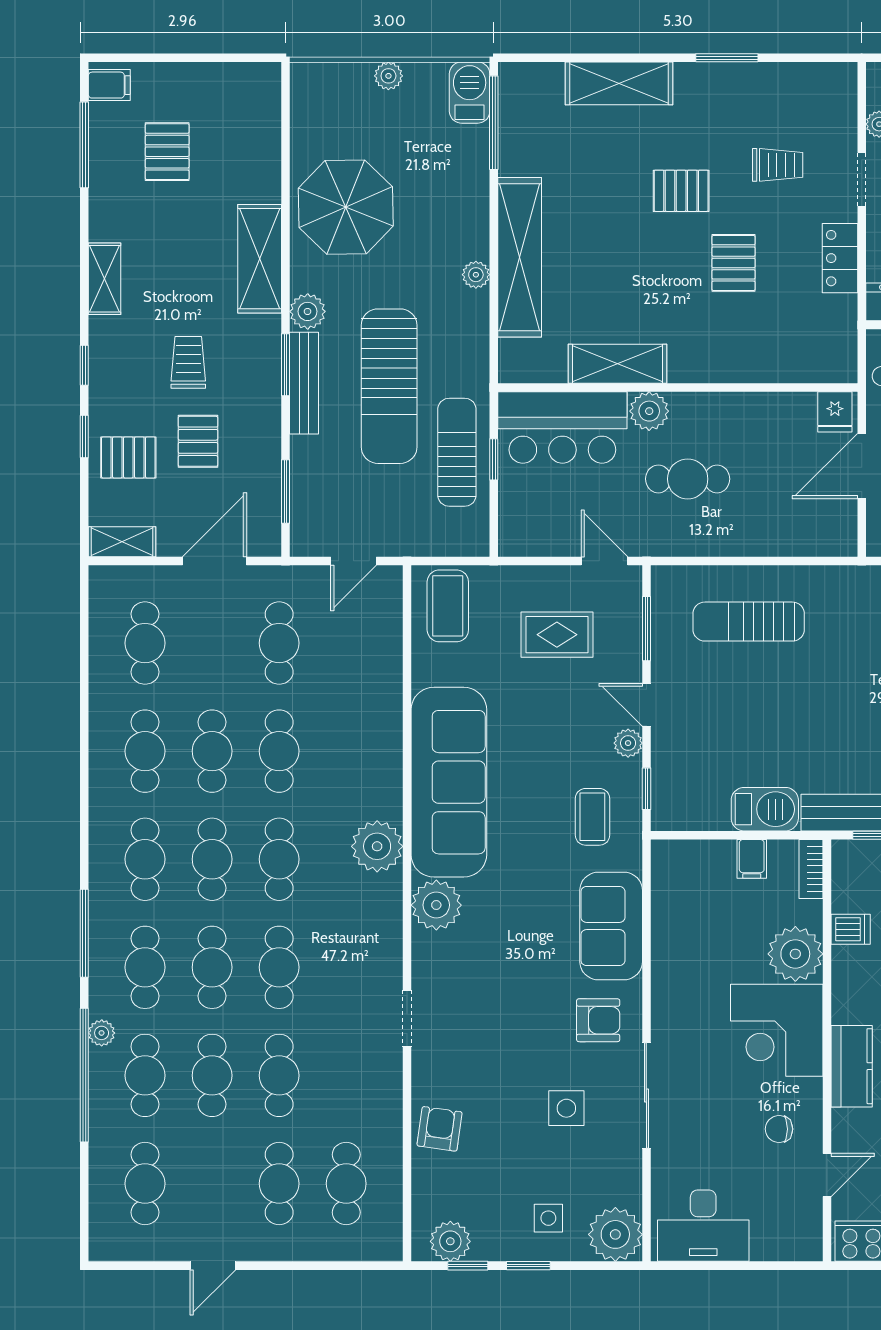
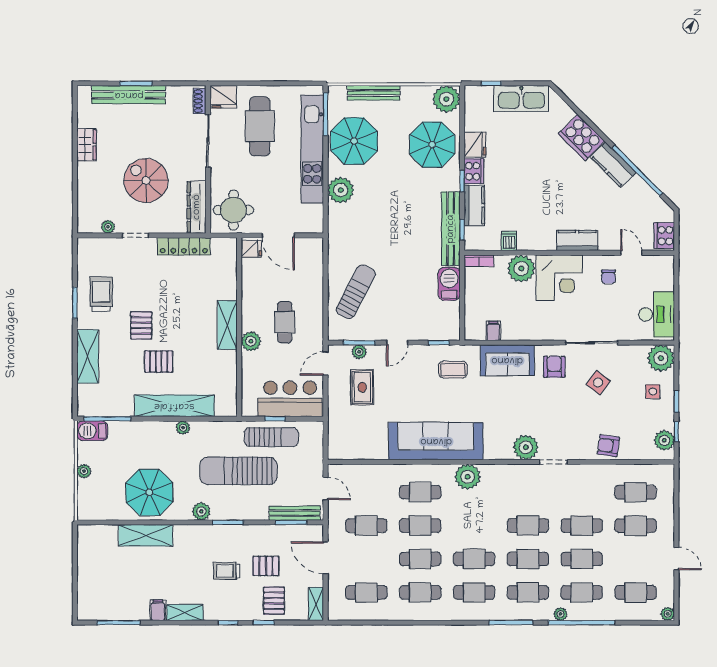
filing cabinet: (109, 85) -> (158, 610), moved
pallet: (167, 152) -> (122, 581), removed
trolley: (778, 165) -> (101, 294), moved, width x1.36, depth x1.39
locker: (840, 258) -> (184, 246), width x1.53
shelving: (260, 259) -> (146, 535), moved
pallet: (734, 263) -> (159, 362), moved
shelving: (618, 364) -> (227, 325), moved
bench: (304, 383) -> (295, 513), moved
sun lounger: (389, 386) -> (238, 471), turned 180
bar counter: (562, 427) -> (290, 399), moved, turned -90
sun lounger: (457, 452) -> (271, 437), turned 180
coffee table: (448, 606) -> (348, 442), removed
sun lounger: (749, 622) -> (356, 292), turned -152
plant: (628, 743) -> (359, 352), moved
cafe table: (279, 859) -> (420, 492), moved
filing cabinet: (752, 859) -> (493, 331), moved, turned -90
plant: (436, 905) -> (526, 447), moved
side table: (566, 1108) -> (598, 383), turned 38
plant: (102, 1248) -> (668, 614), added

